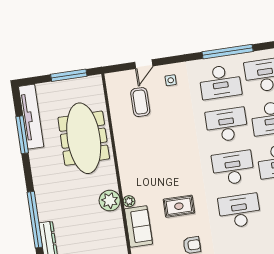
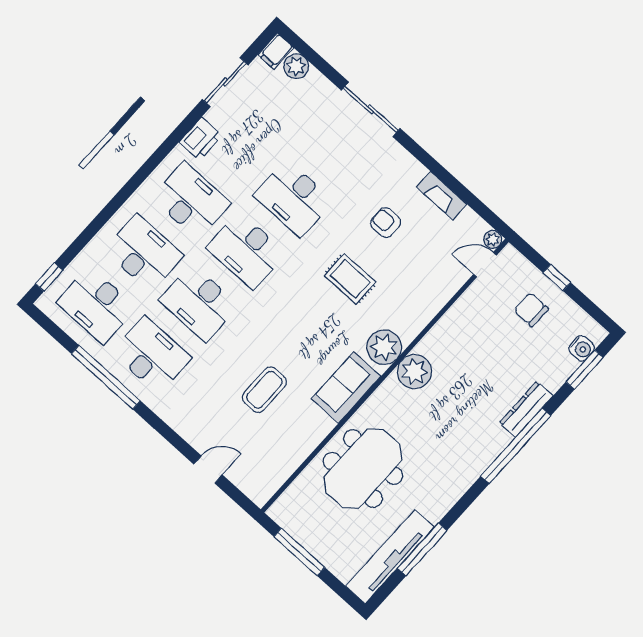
side table: (171, 80) -> (201, 419), removed
coffee table: (140, 102) -> (264, 390), moved
meeting table: (84, 138) -> (363, 468), width x0.73
plant: (129, 201) -> (384, 347), width x1.88, depth x1.88
sofa: (138, 226) -> (346, 387), moved

